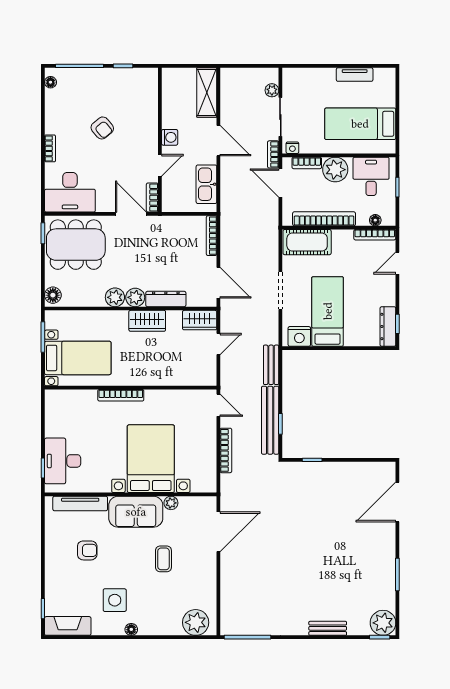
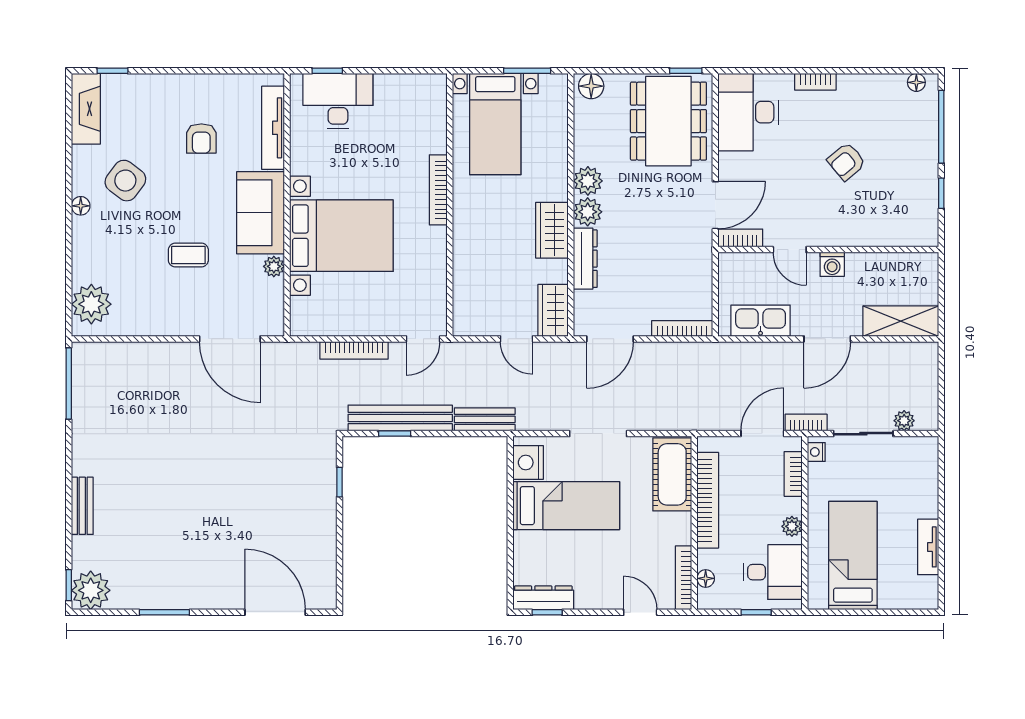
plant: (335, 170) -> (792, 526), width x0.53, depth x0.53
side table: (115, 600) -> (125, 181), turned 37

